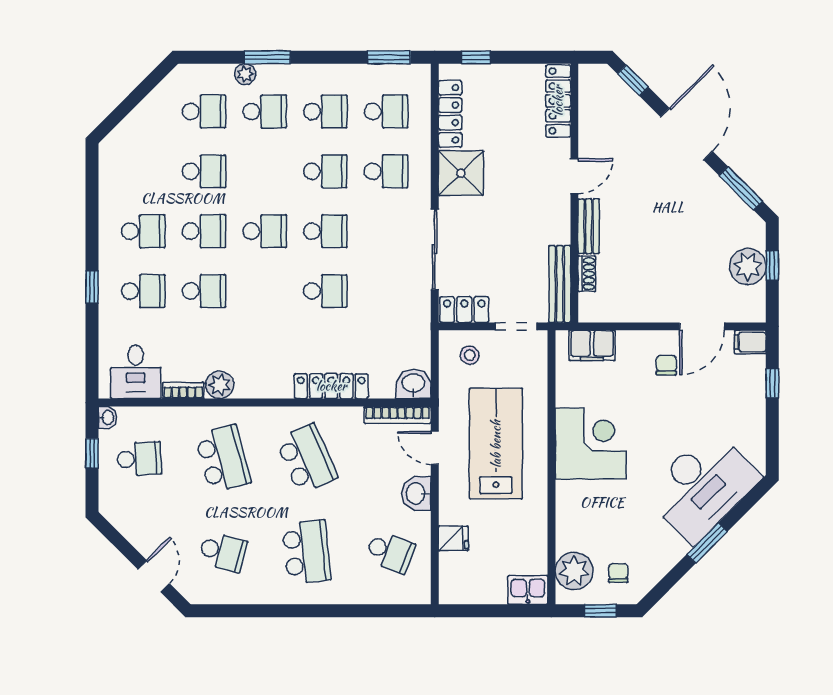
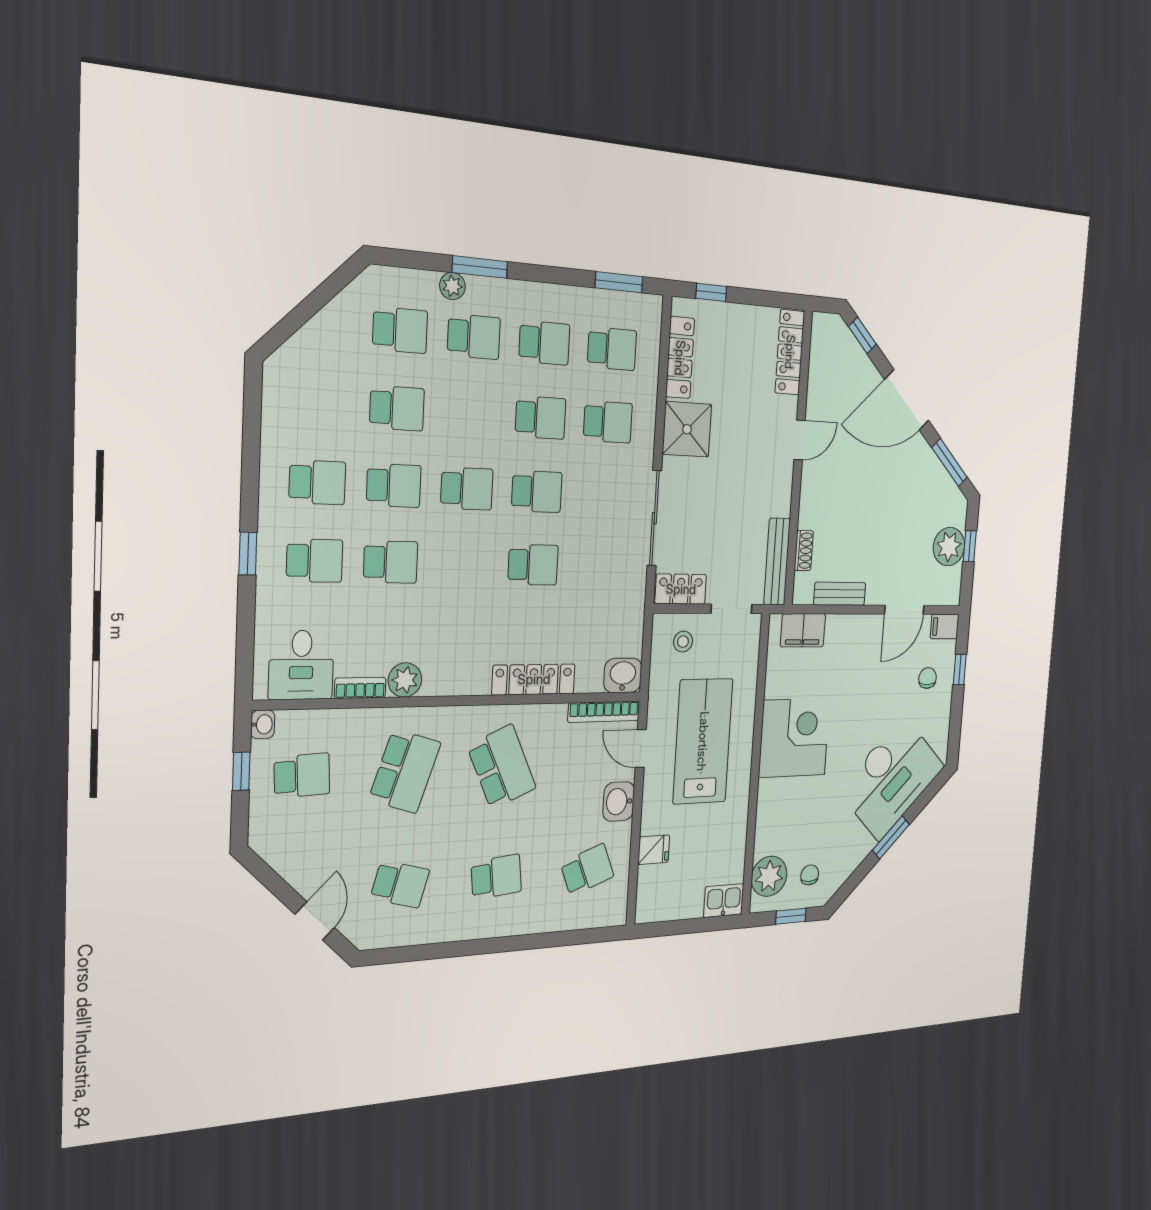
door: (687, 134) -> (907, 400), swing flipped
bench: (589, 226) -> (840, 594), moved, turned 90
chair: (666, 365) -> (928, 678), moved
school desk: (223, 459) -> (405, 771), turned 33
school desk: (306, 552) -> (496, 877), width x0.54
school desk: (390, 552) -> (587, 870), turned -42

